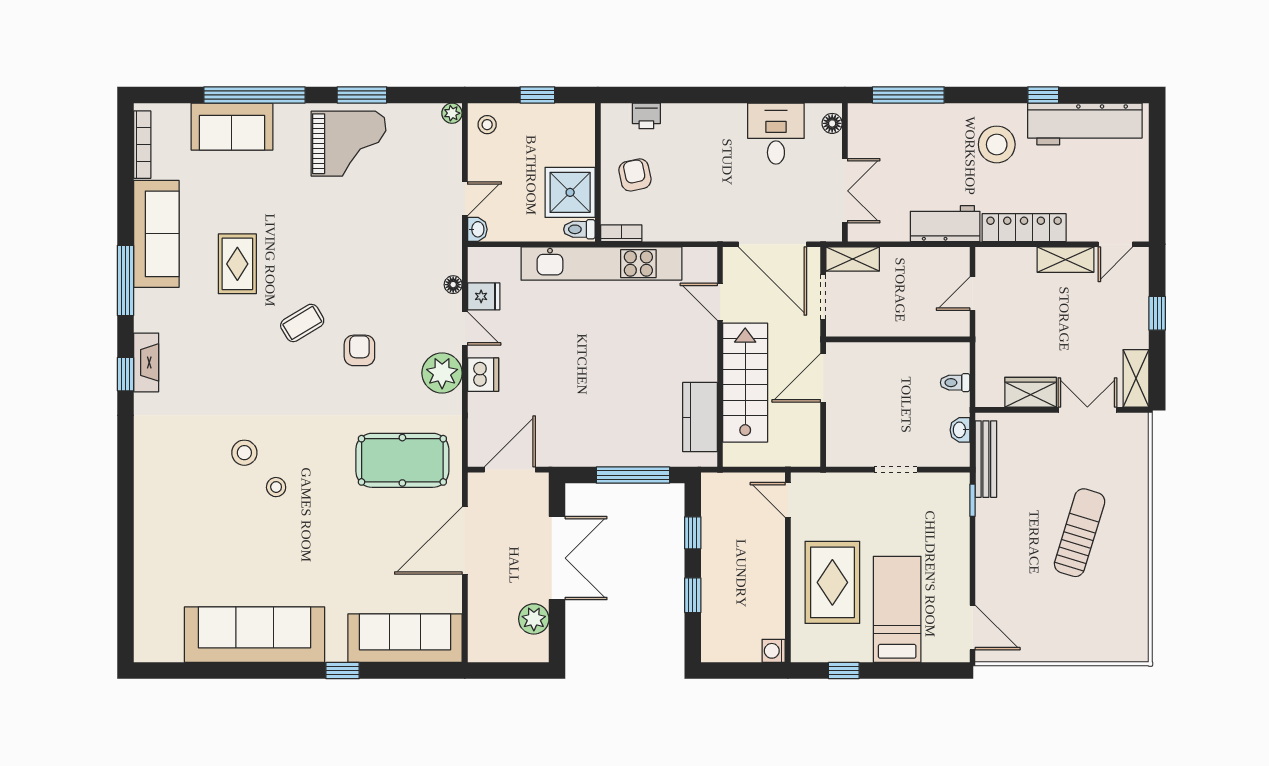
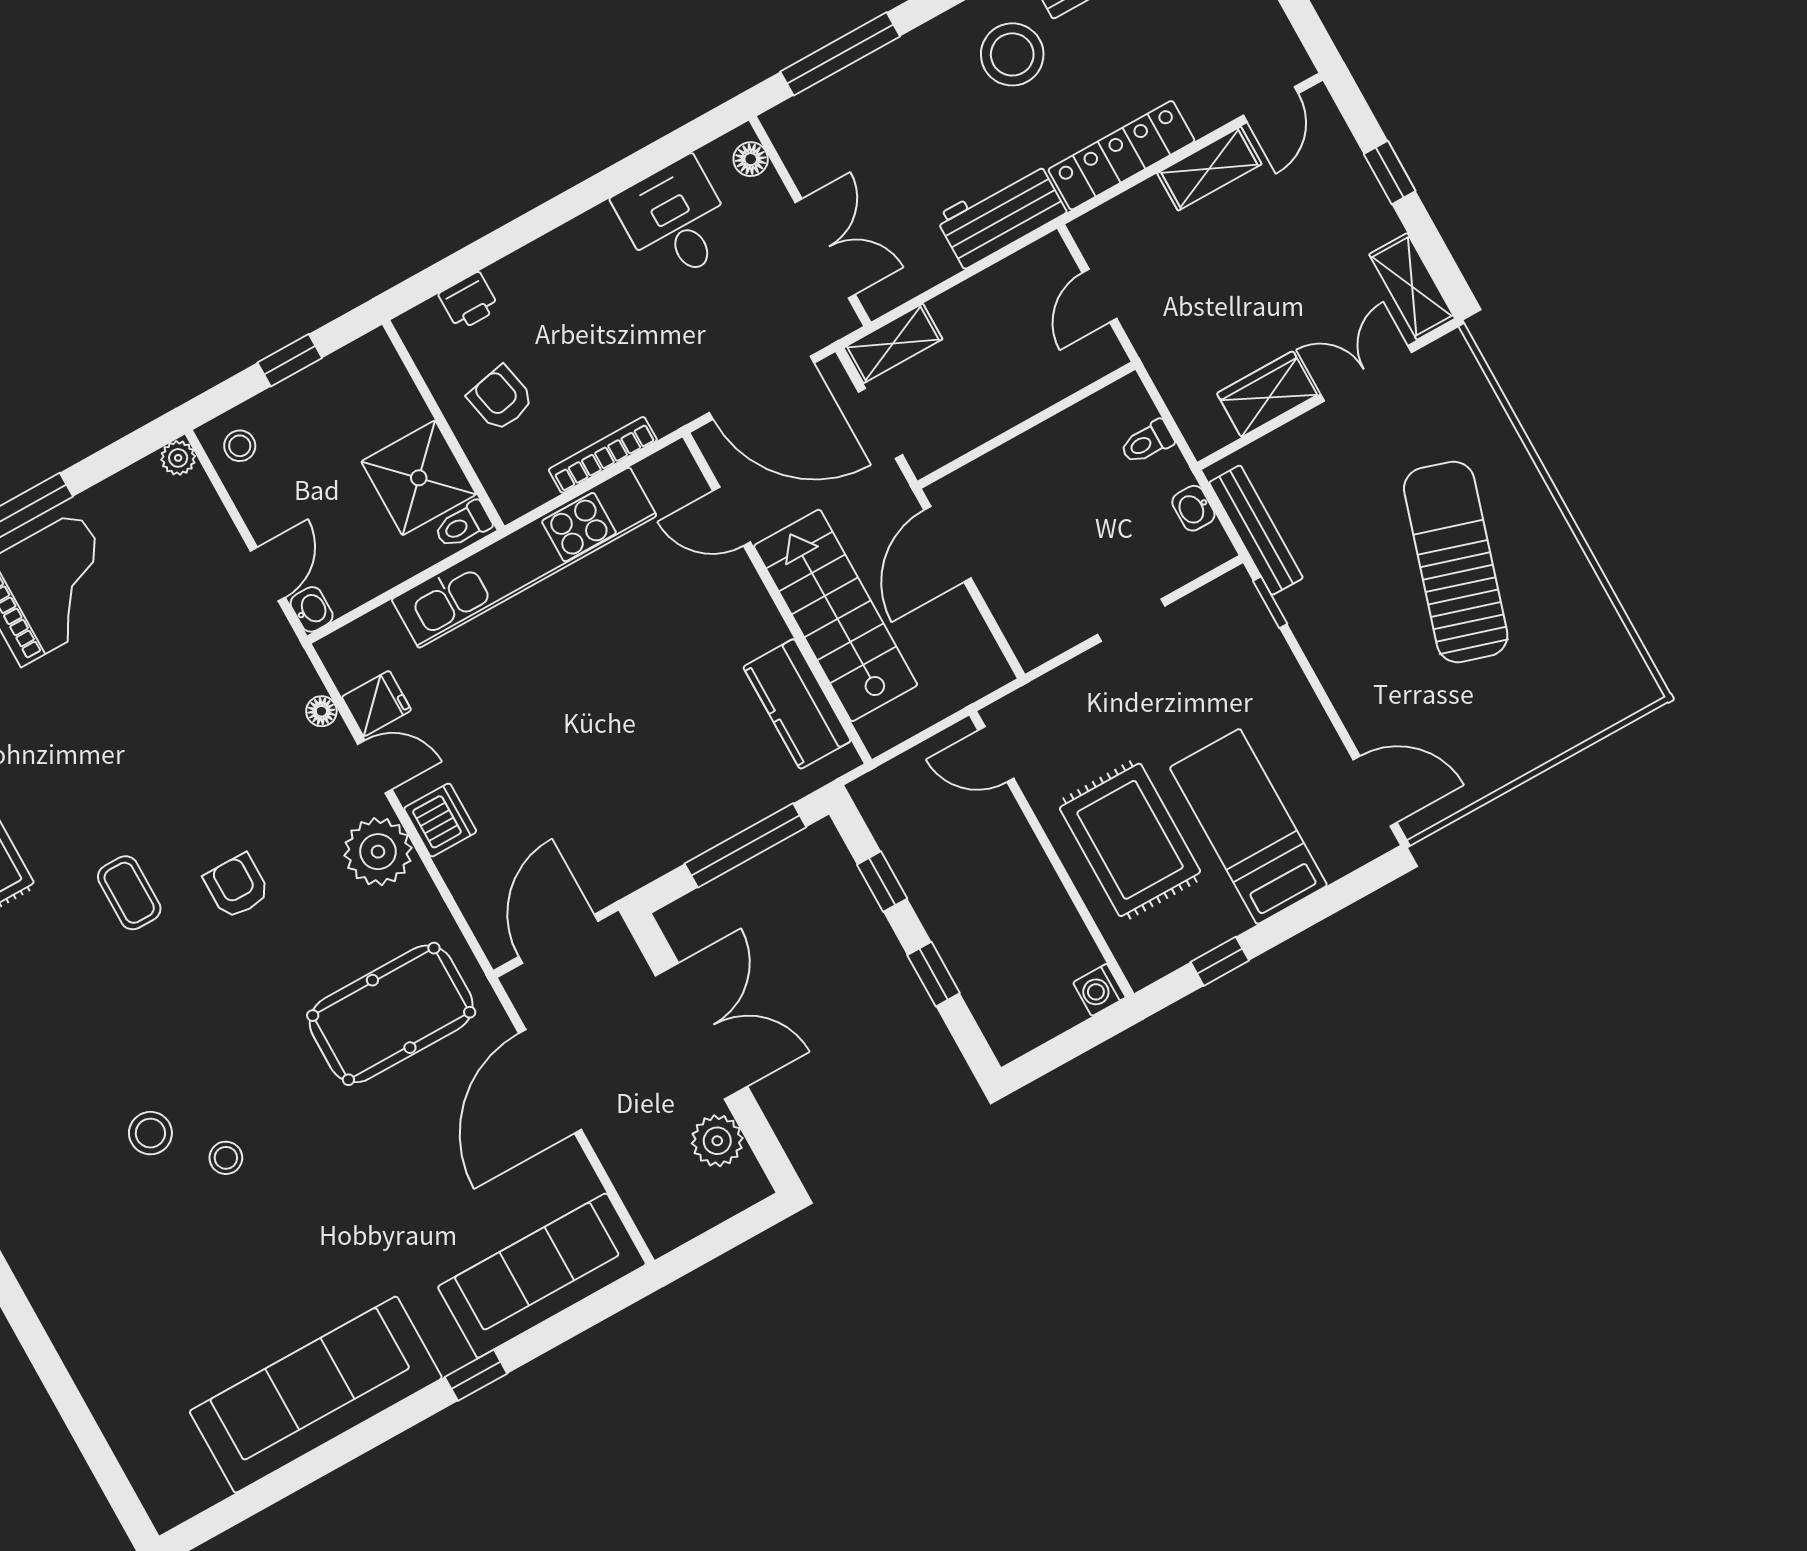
bookcase: (621, 233) -> (603, 455), moved, width x1.56
coffee table: (302, 323) -> (129, 893), turned -59
sun lounger: (1080, 533) -> (1456, 562), width x1.36, depth x1.34

